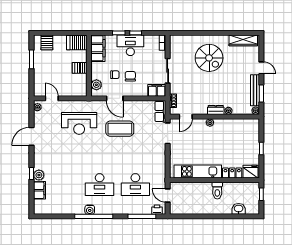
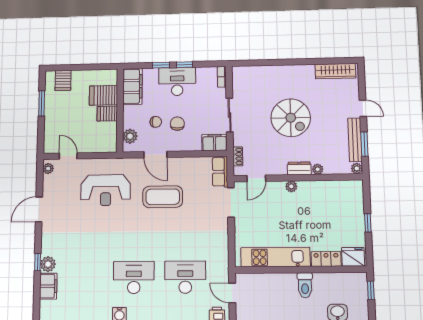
server rack: (77, 43) -> (103, 95), moved
spiral stairs: (209, 58) -> (291, 118), moved
desk: (100, 185) -> (134, 277), turned 180
desk: (135, 185) -> (185, 277), turned 180

